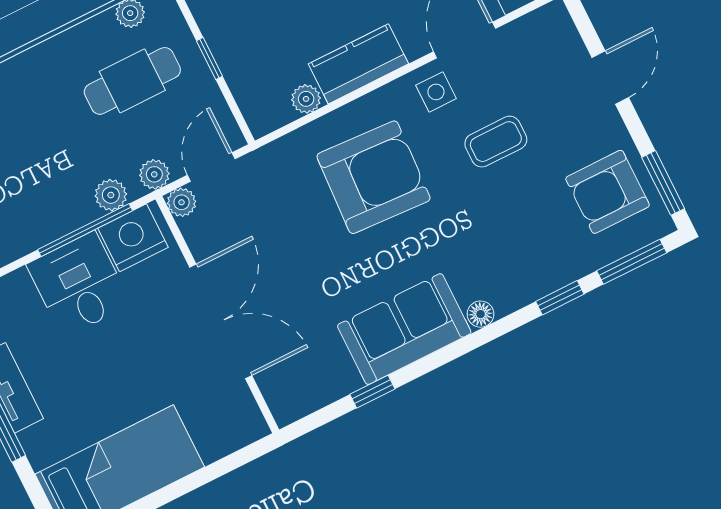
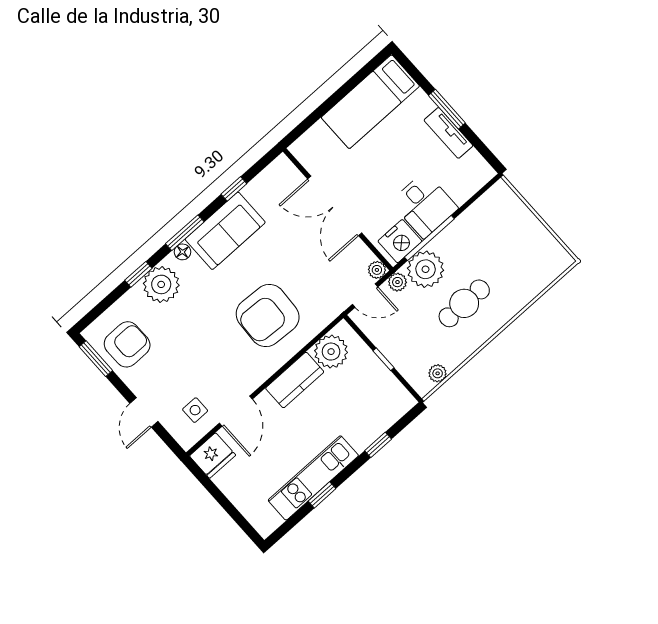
cafe table: (132, 81) -> (464, 303), moved
side table: (436, 92) -> (195, 410), moved
plant: (306, 99) -> (331, 352), width x1.88, depth x1.88
coffee table: (496, 142) -> (201, 356), removed
door: (211, 167) -> (365, 296), hinge flipped
plant: (111, 195) -> (426, 269), width x1.87, depth x1.87
window: (632, 262) -> (185, 233), moved
plant: (528, 272) -> (161, 284), added

